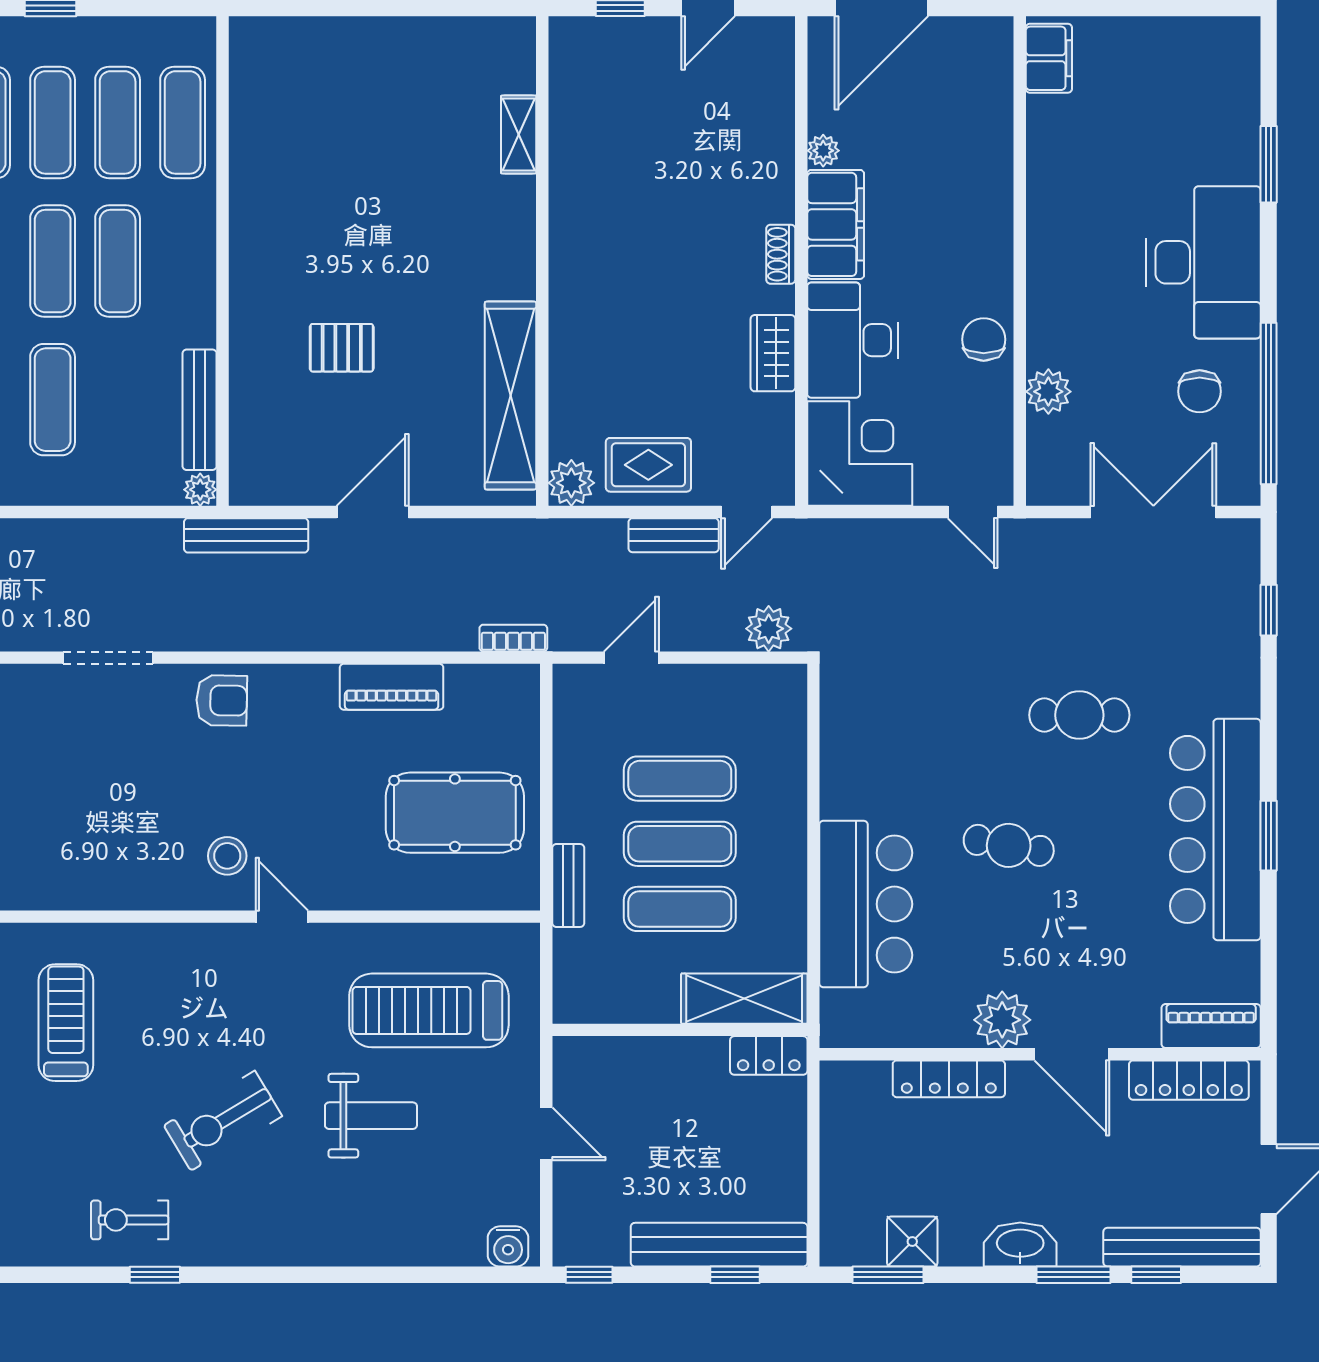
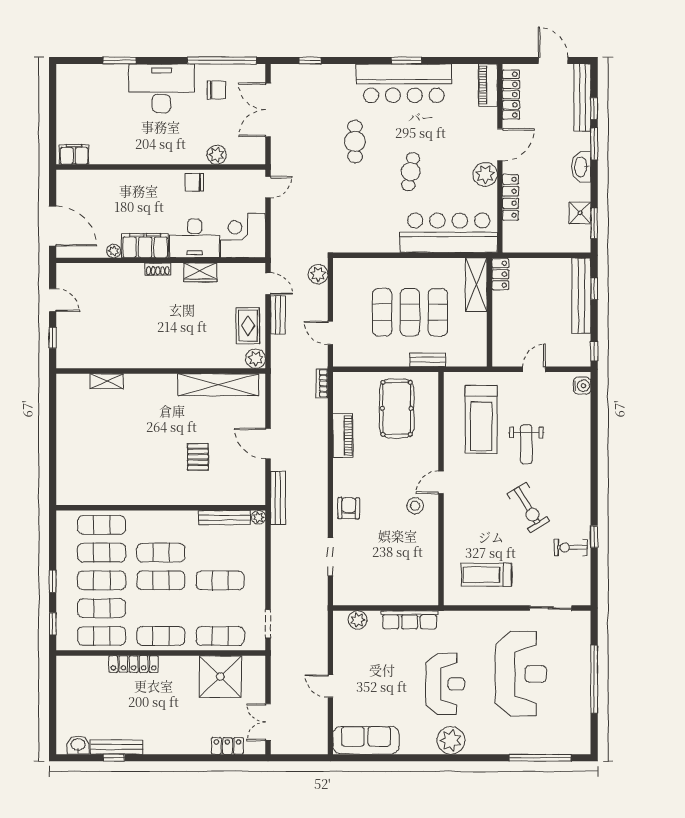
bar counter: (866, 904) -> (449, 233), width x1.36
weight bench: (371, 1116) -> (526, 444), turned 180
exercise bike: (130, 1220) -> (571, 547), turned 90

